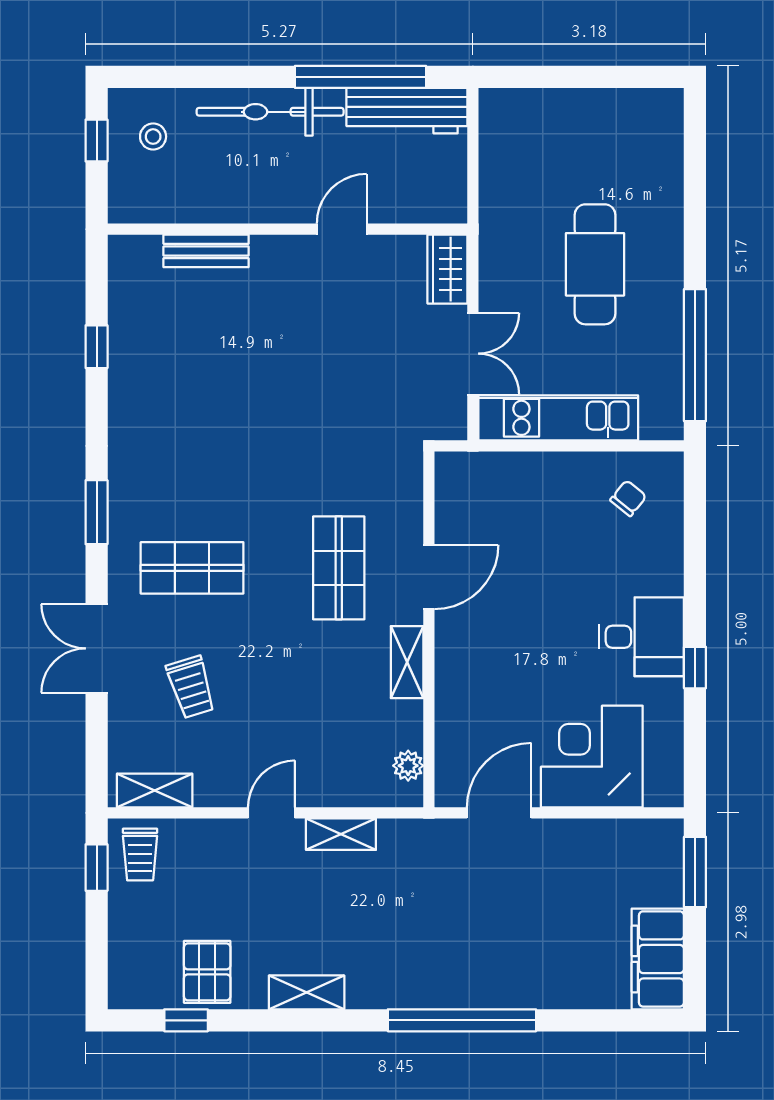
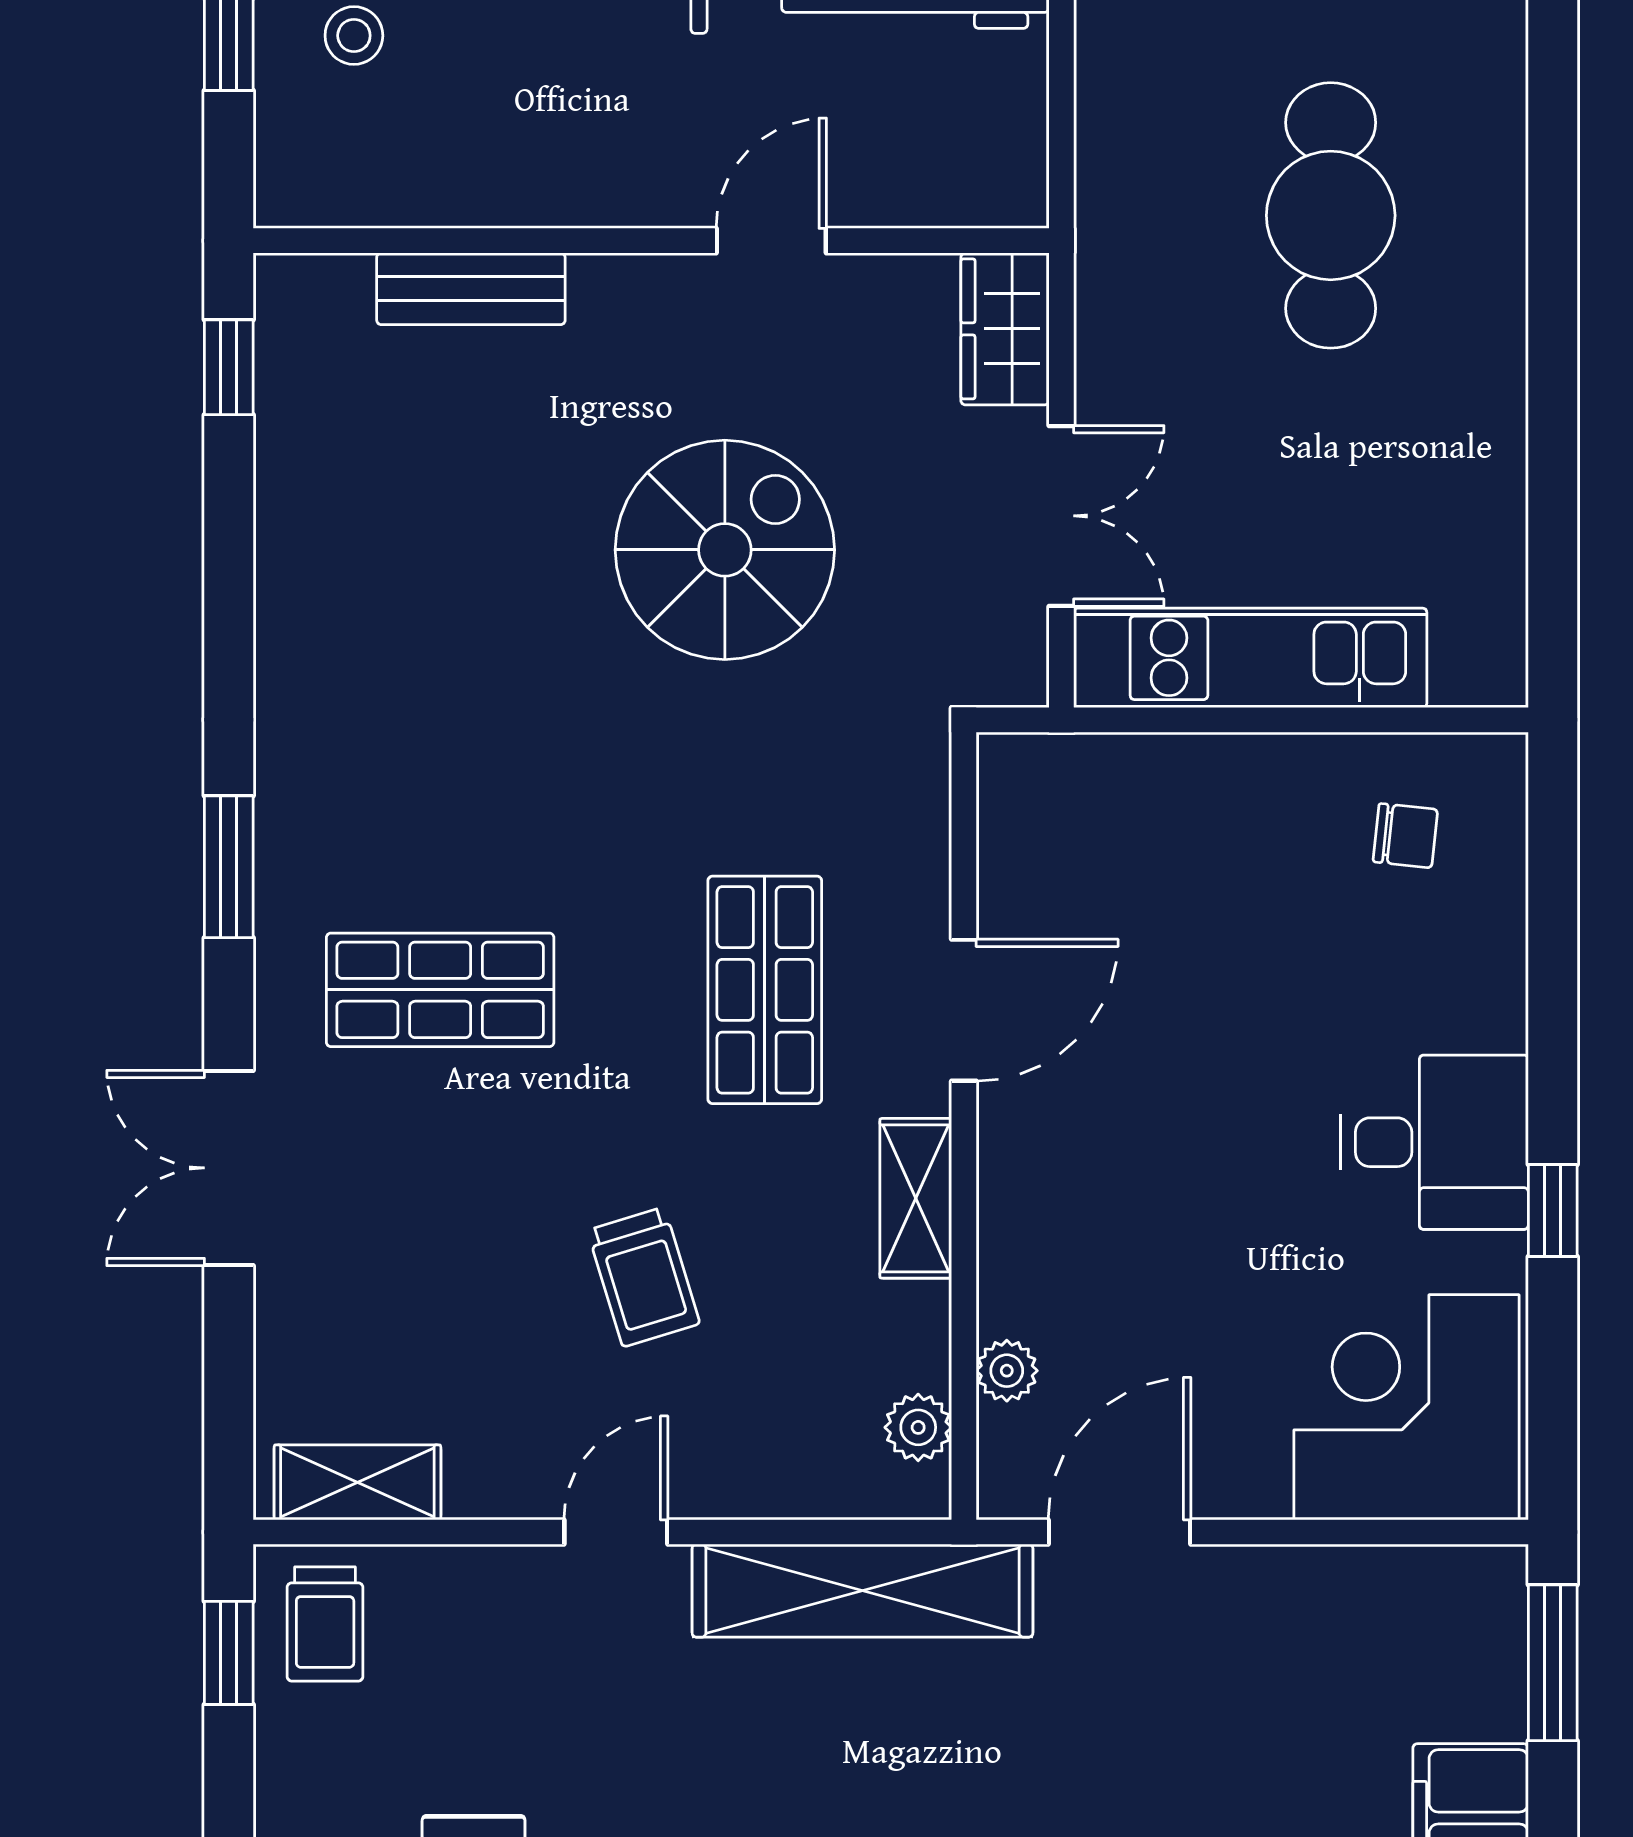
cafe table: (595, 264) -> (1331, 215), moved
window: (97, 347) -> (229, 367), moved
window: (695, 355) -> (1553, 519), removed
spiral stairs: (321, 369) -> (725, 550), added
chair: (628, 498) -> (1405, 836), turned 57
trolley: (191, 687) -> (644, 1277), moved
plant: (448, 740) -> (1007, 1371), added
corner desk: (592, 757) -> (1406, 1407), moved
shelving: (341, 834) -> (863, 1591), width x2.20, depth x1.33

